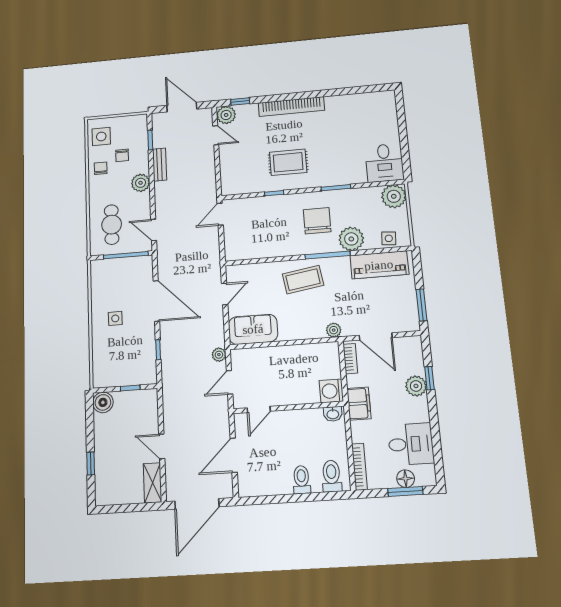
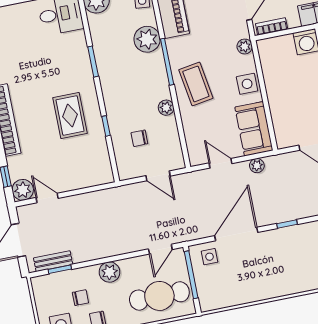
door: (216, 135) -> (47, 198), hinge flipped
bench: (160, 165) -> (53, 261), moved
door: (220, 214) -> (158, 176), moved
chair: (317, 221) -> (139, 138), moved, width x0.54, depth x0.54
cafe table: (112, 225) -> (159, 296), width x1.37, depth x1.35
plant: (284, 249) -> (166, 108), added
side table: (115, 318) -> (210, 257), moved
side table: (297, 328) -> (247, 84), added
plant: (219, 355) -> (257, 166), moved

